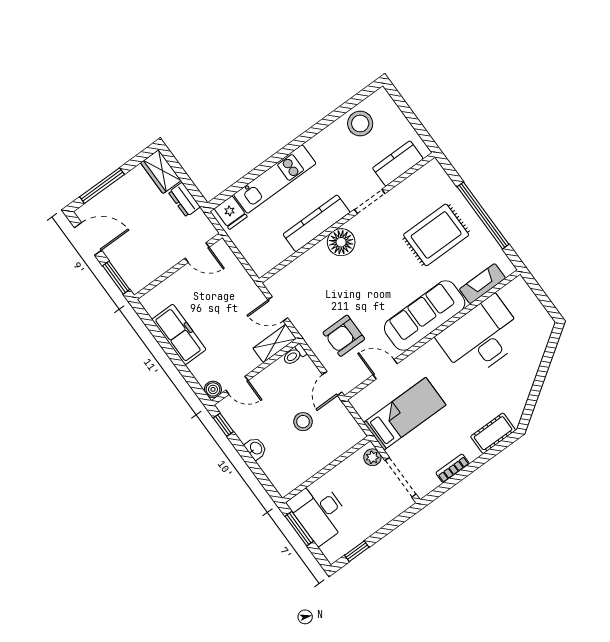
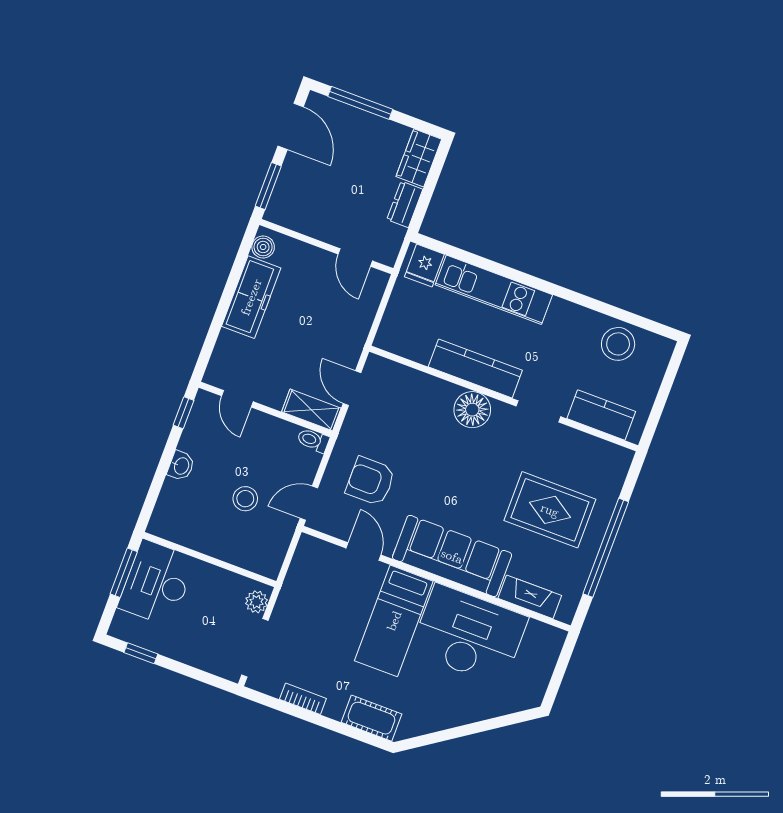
boiler: (213, 389) -> (263, 247), moved
bed: (405, 414) -> (394, 621), moved, turned 90

